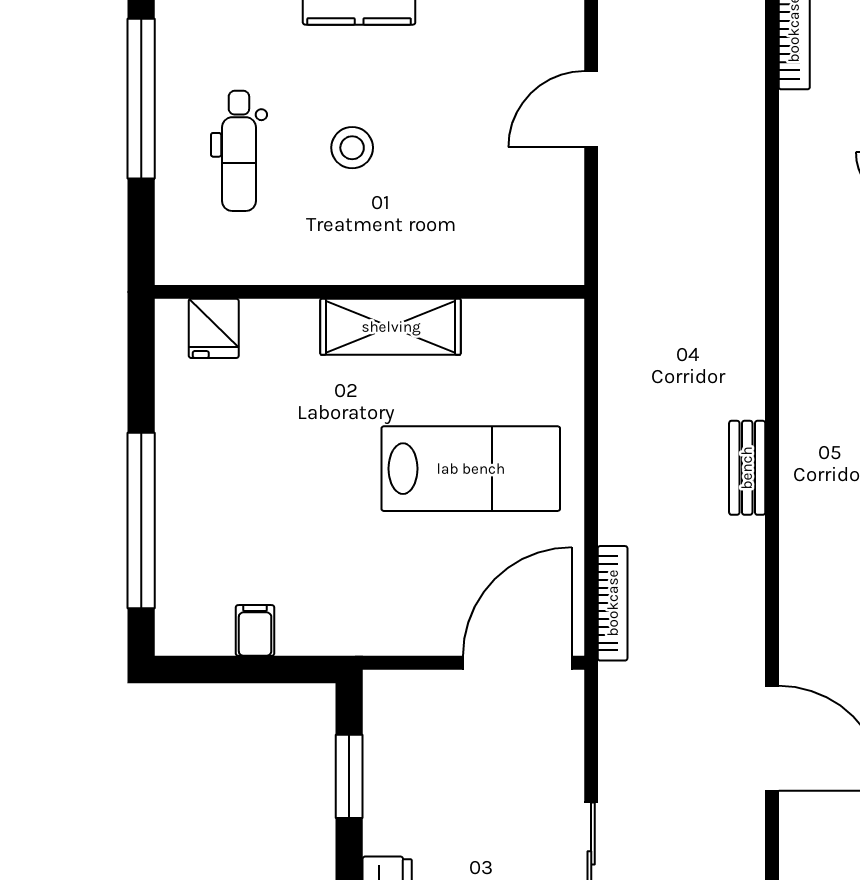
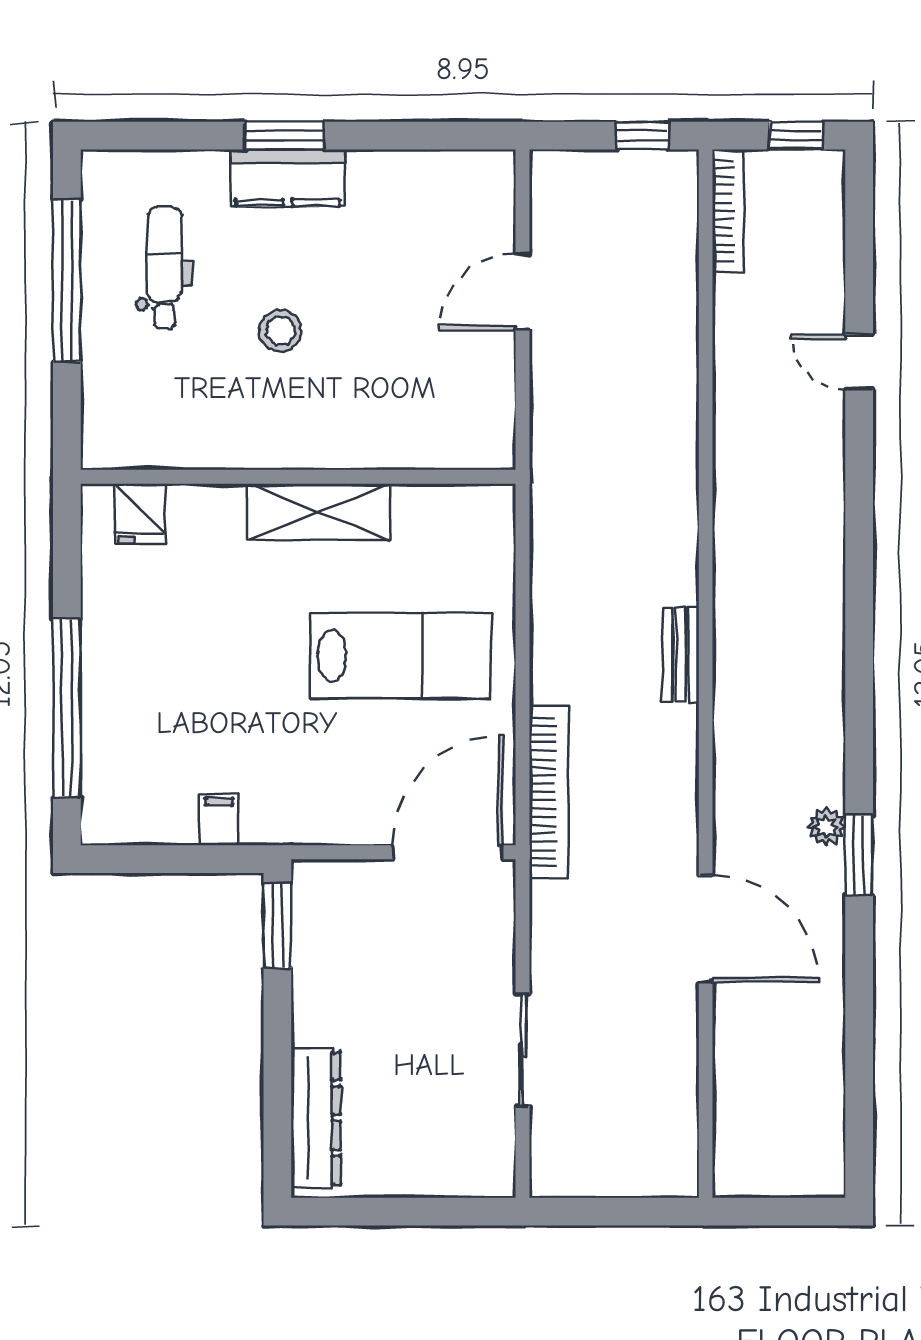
dental chair: (239, 151) -> (164, 268), moved, turned 180
bookcase: (613, 603) -> (549, 792), width x1.48, depth x1.31
filing cabinet: (255, 630) -> (219, 820), moved
window: (349, 776) -> (277, 926), moved

